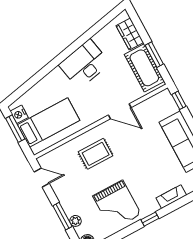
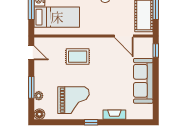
door: (120, 111) -> (124, 36), moved
grand piano: (117, 205) -> (73, 100), turned -90

